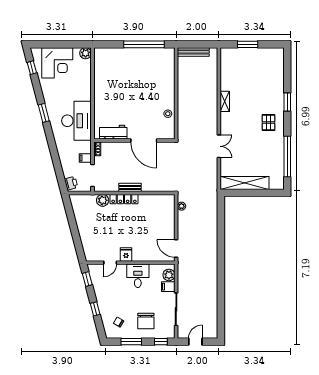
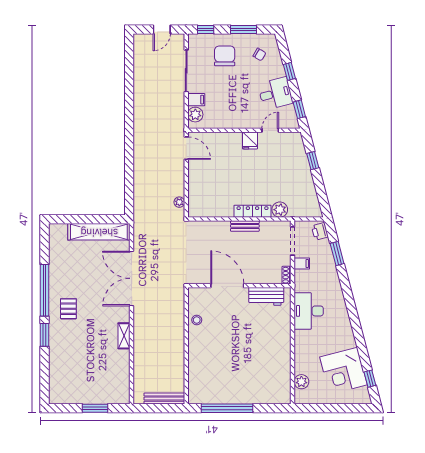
plant: (86, 53) -> (301, 382), moved
corner desk: (57, 63) -> (343, 371), moved, turned -105
window: (44, 113) -> (337, 254), moved
desk: (76, 121) -> (309, 311), width x0.73, depth x0.77
double door: (219, 146) -> (132, 278), width x1.87
window: (287, 157) -> (44, 290), moved
window: (77, 239) -> (313, 161), added
desk: (138, 276) -> (275, 93), moved, turned -105

